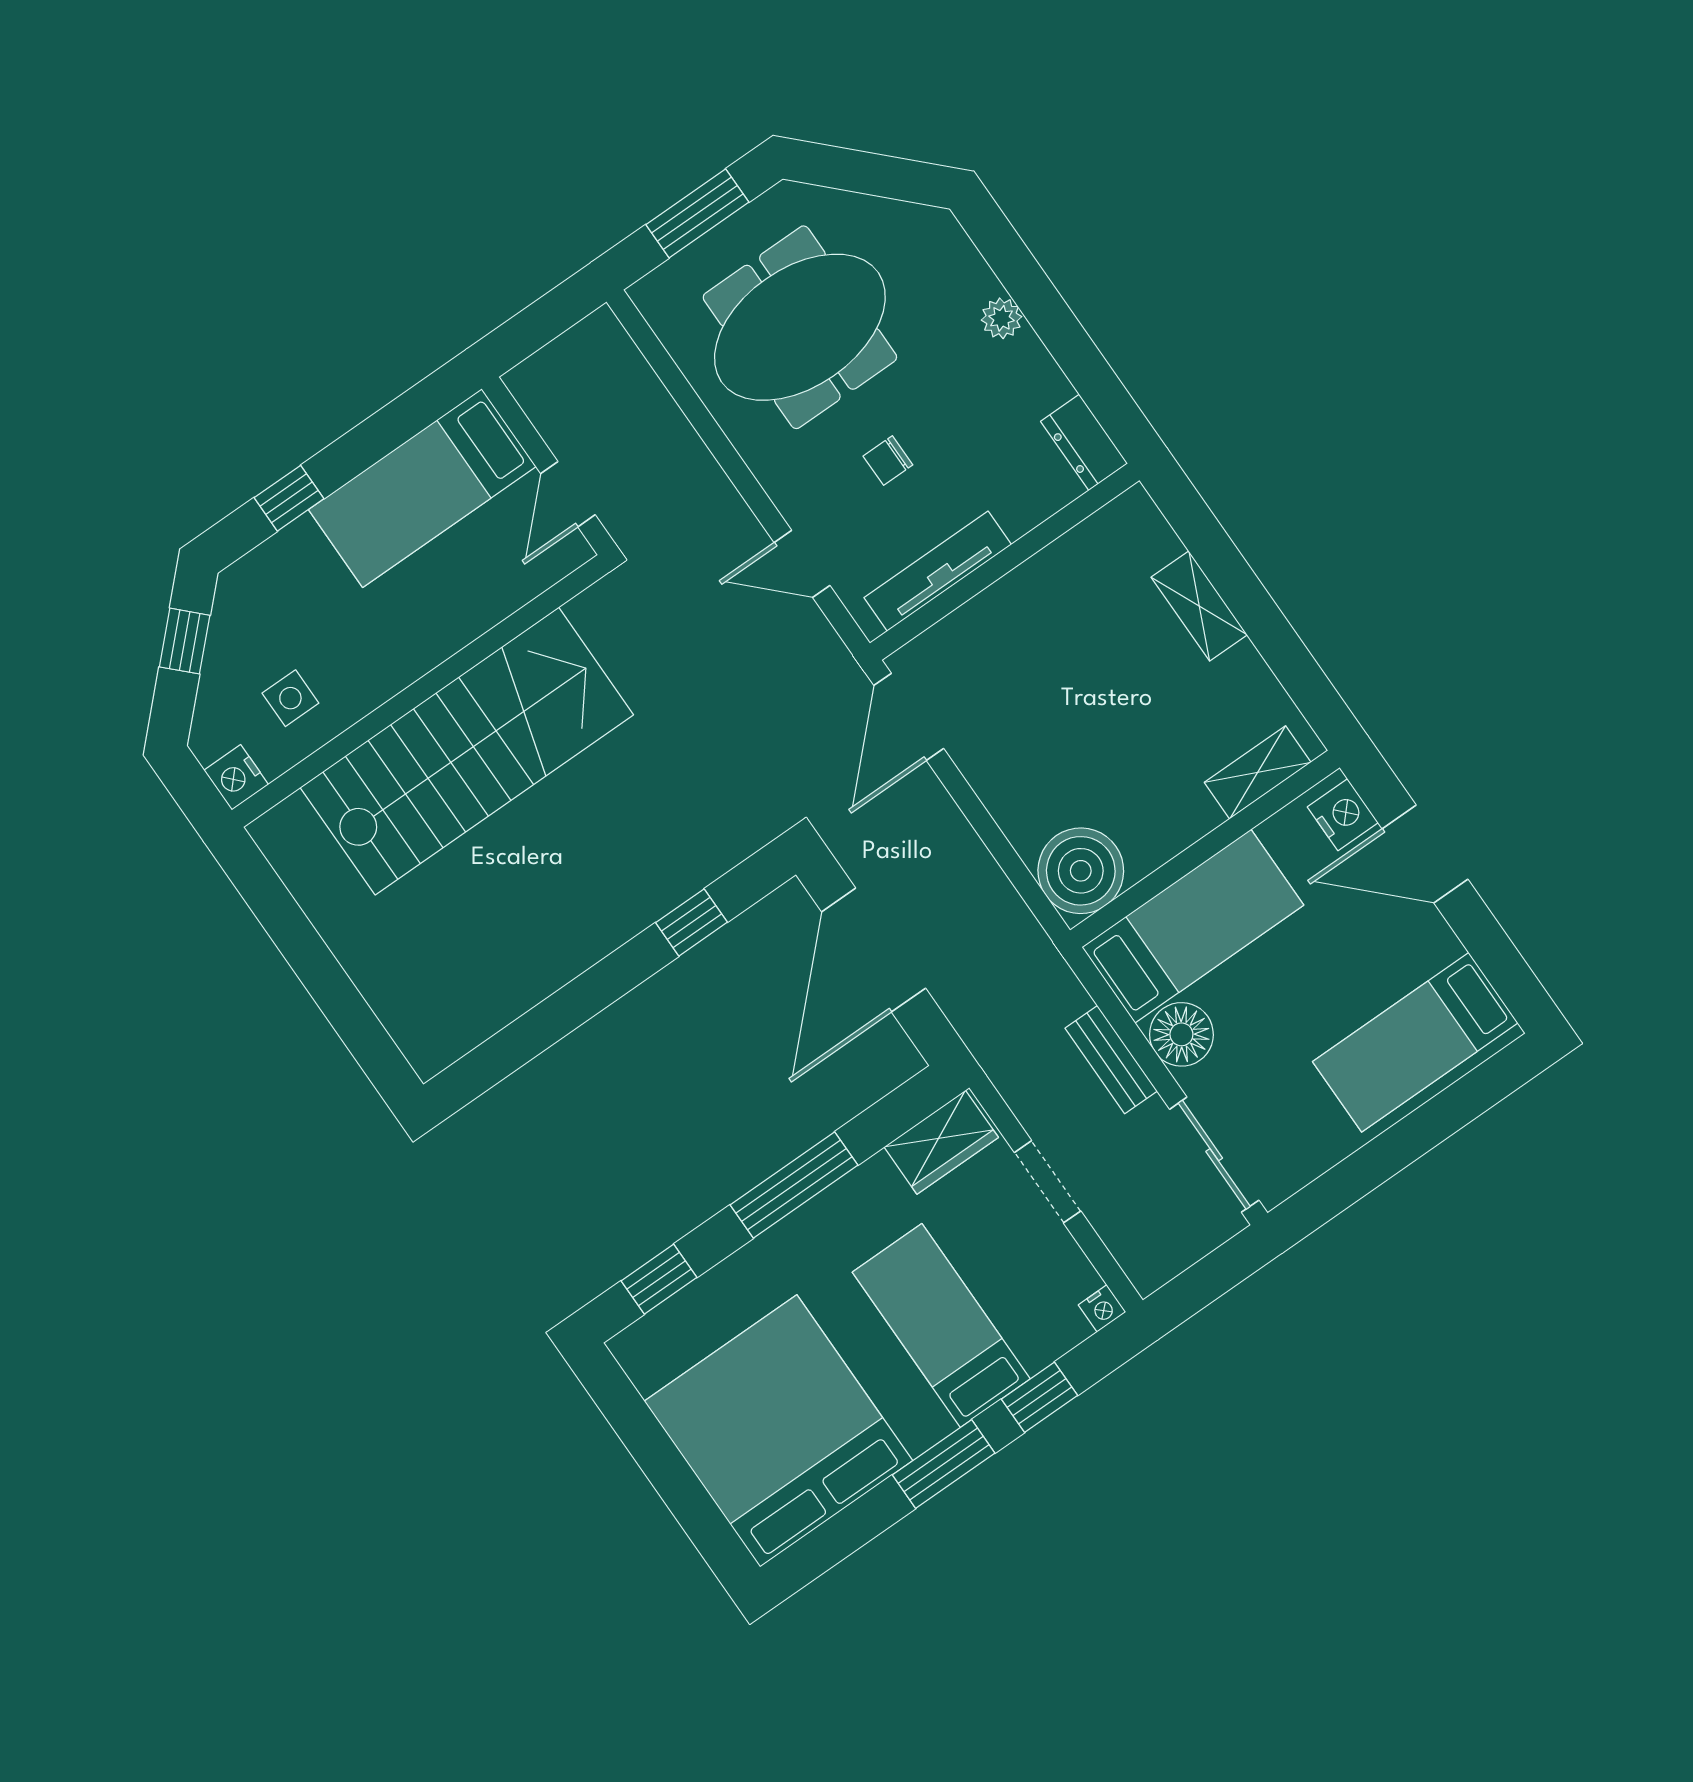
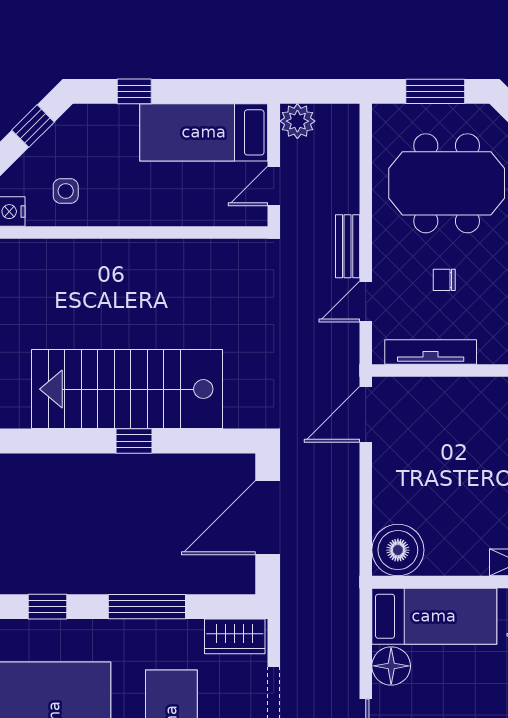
plant: (539, 384) -> (297, 121), added
door: (802, 564) -> (366, 301), hinge flipped
stairs: (467, 751) -> (127, 389), moved, turned 180
window: (691, 922) -> (134, 441), moved
bench: (1111, 1060) -> (348, 246), moved

